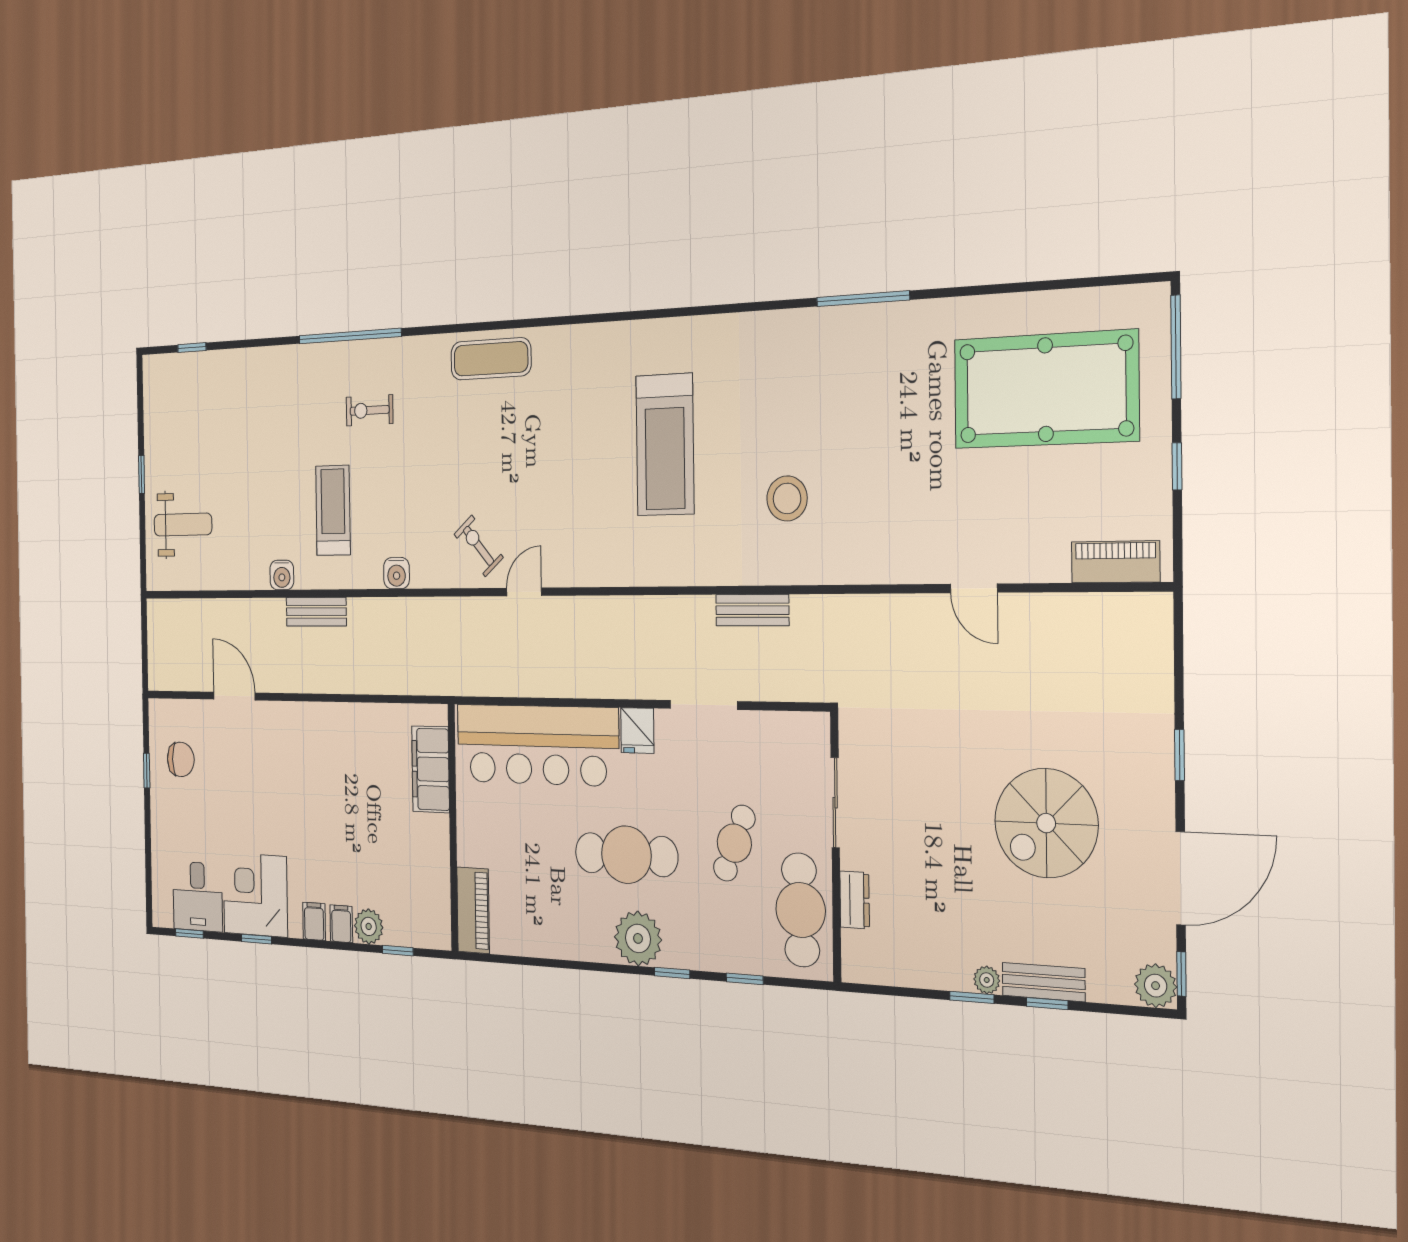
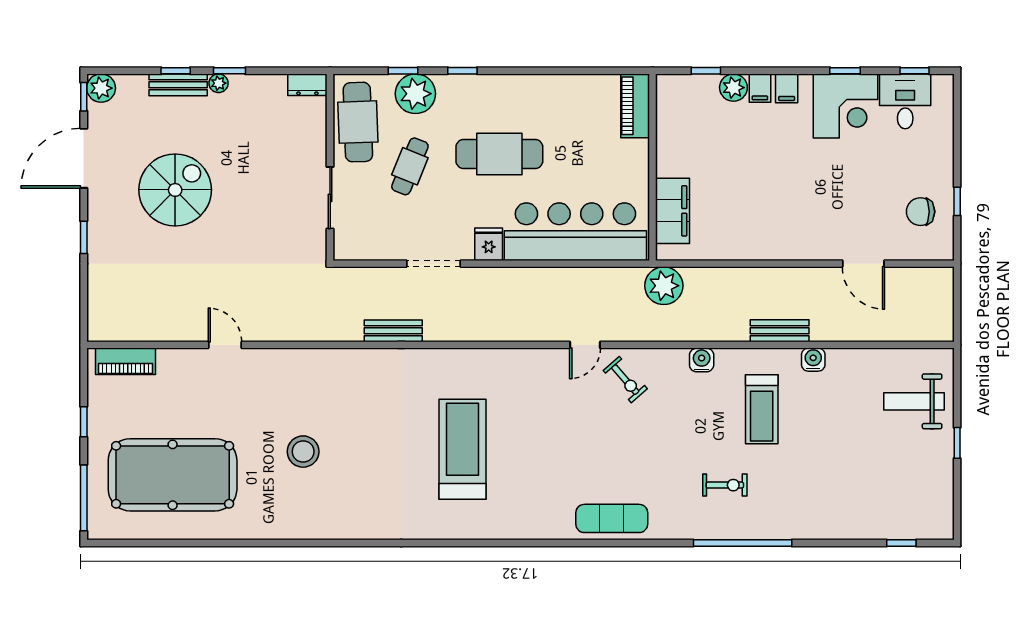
window: (863, 299) -> (304, 543), removed
stool: (787, 498) -> (303, 452), moved
plant: (438, 671) -> (664, 286), added
dresser: (855, 900) -> (307, 85), moved, turned -90
plant: (638, 938) -> (415, 94), moved

